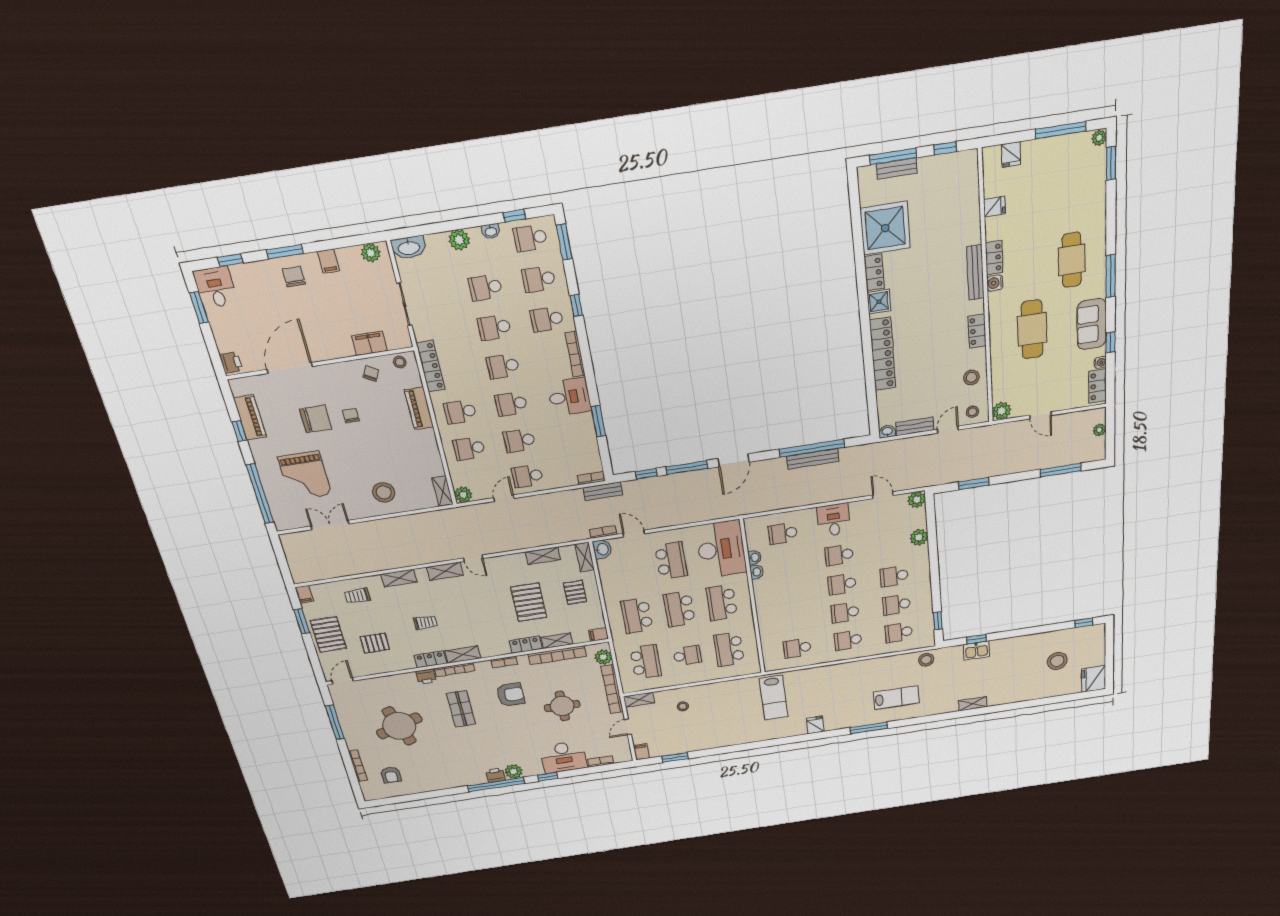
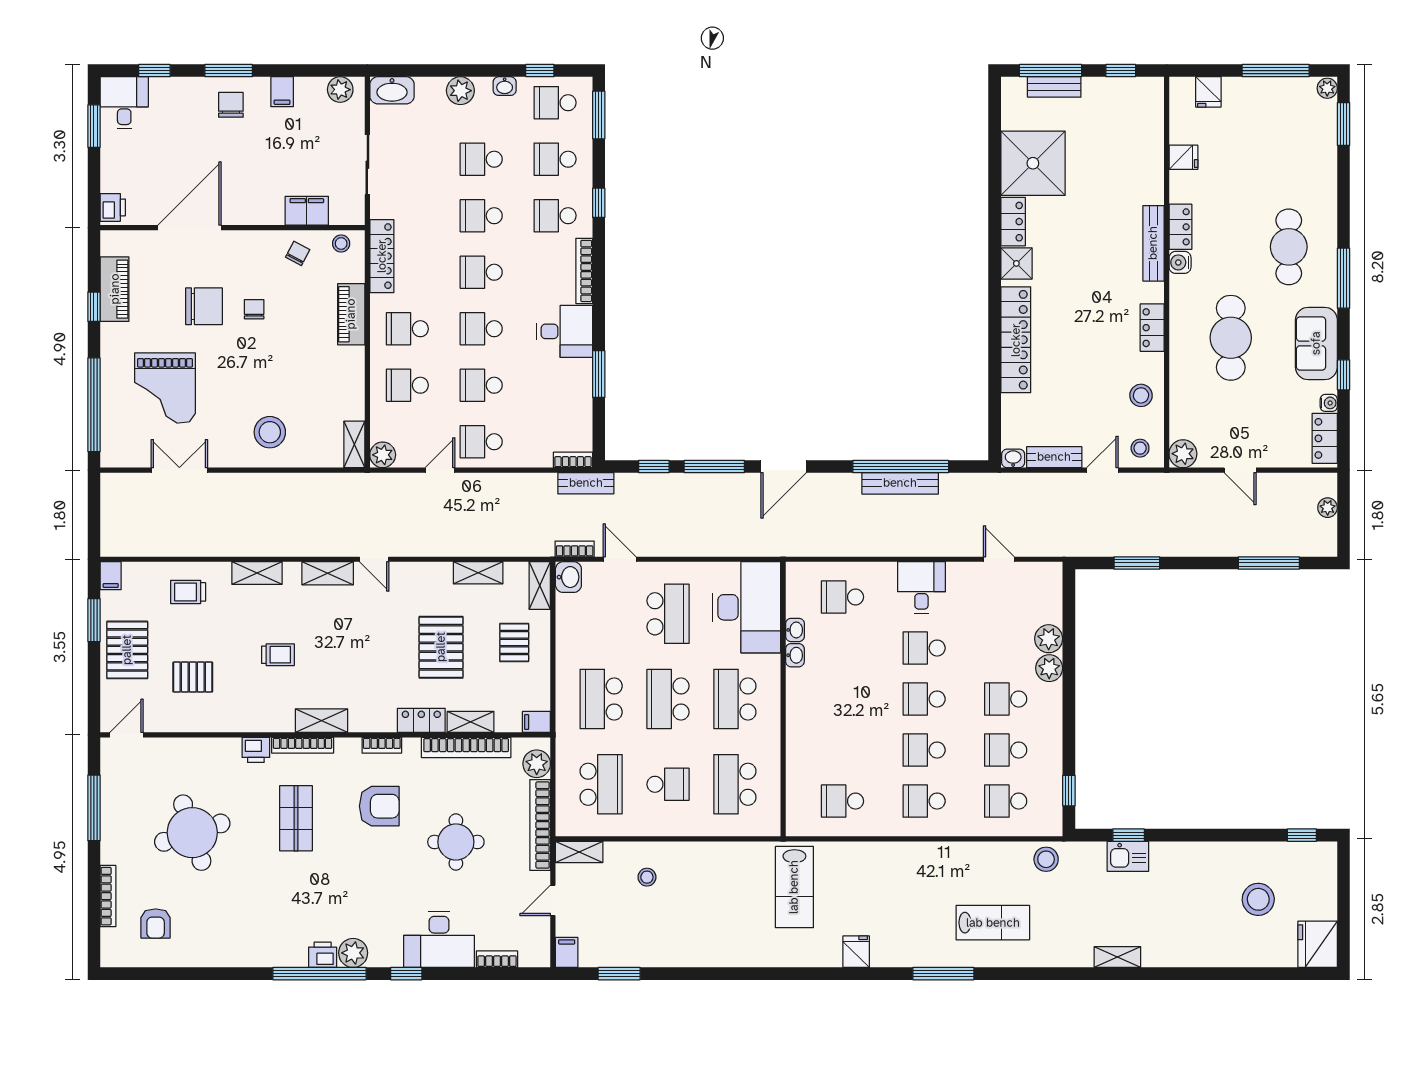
plant: (917, 500) -> (1049, 668), moved
locker: (430, 659) -> (270, 721), removed

